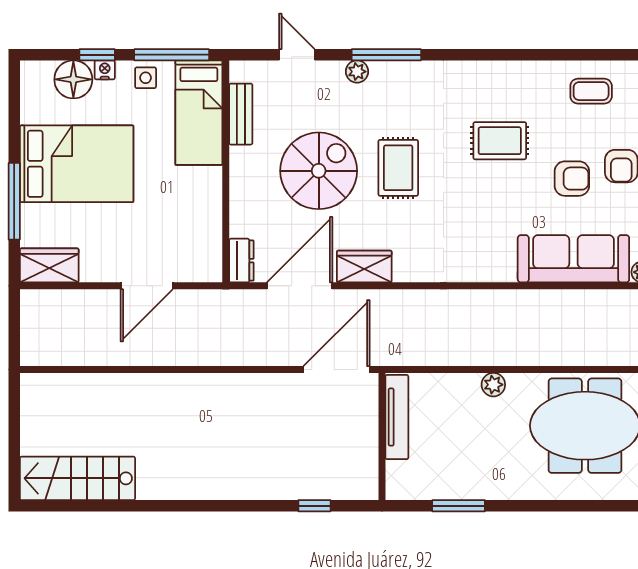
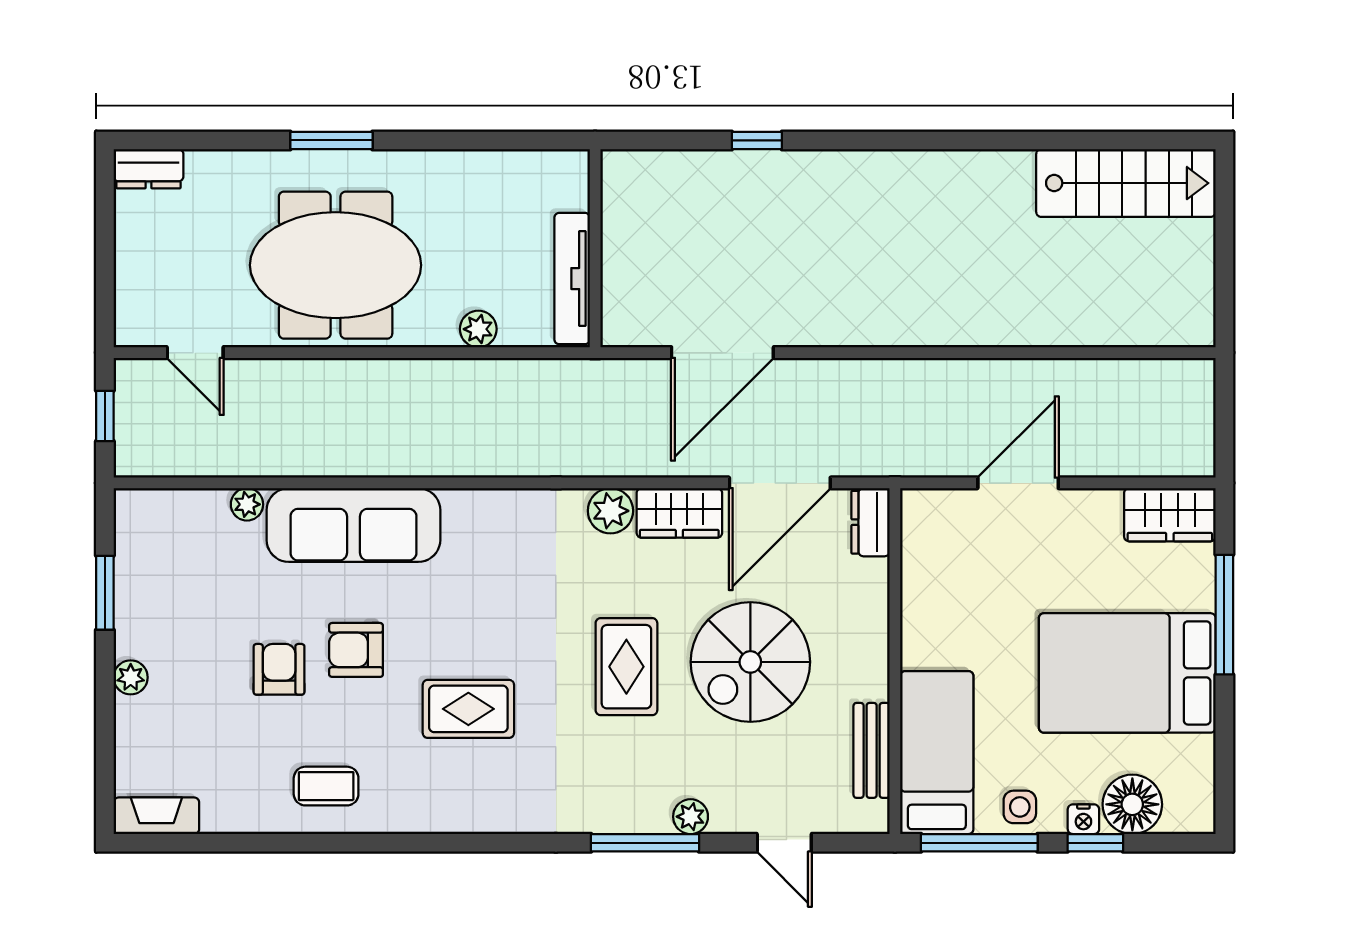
plant: (408, 268) -> (610, 511), added
tv unit: (397, 417) -> (572, 279), moved
wall: (382, 436) -> (595, 248), moved
window: (459, 506) -> (331, 140), moved

